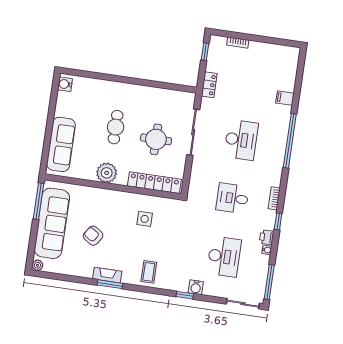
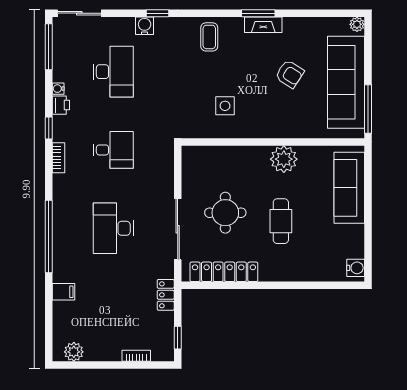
plant: (284, 52) -> (74, 352), added
locker: (154, 183) -> (224, 272), moved, turned 180
desk: (224, 257) -> (113, 72), turned 180

